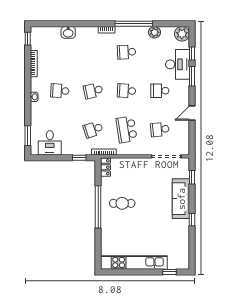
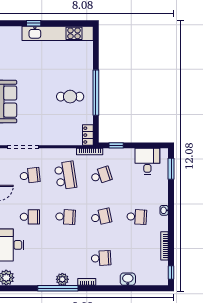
plant: (154, 32) -> (62, 279), moved
school desk: (127, 52) -> (101, 258), moved
window: (169, 272) -> (34, 23), moved

